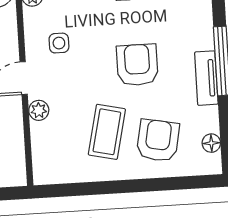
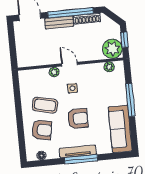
side table: (59, 43) -> (72, 88), moved
tv unit: (206, 78) -> (78, 151), width x1.41

